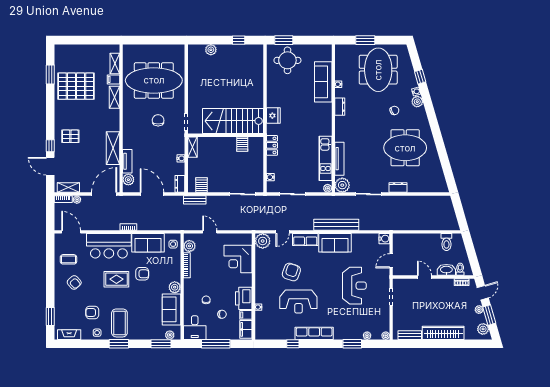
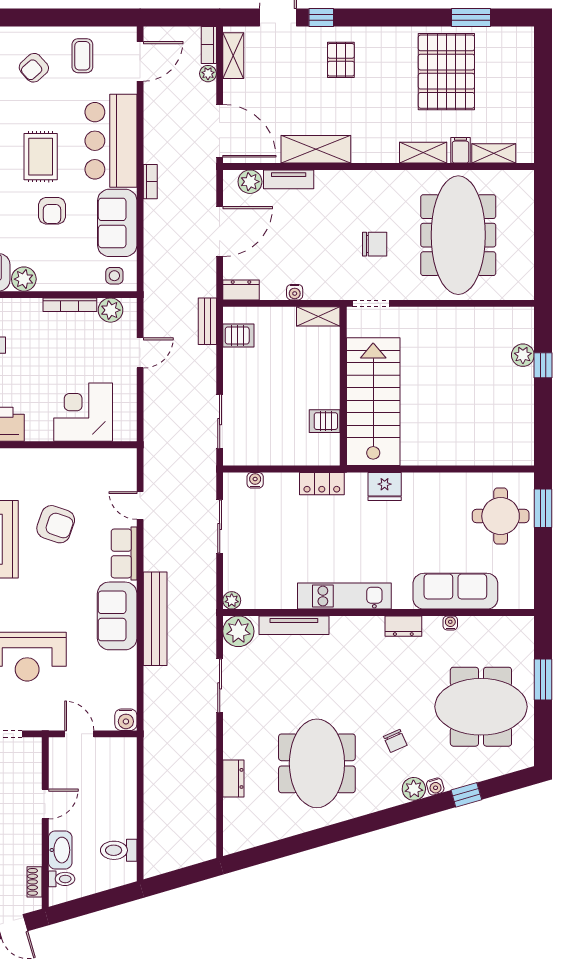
window: (239, 40) -> (543, 365), moved
kitchen unit: (326, 158) -> (344, 596), moved
dresser: (398, 187) -> (233, 778), moved
plant: (263, 241) -> (121, 464), removed

